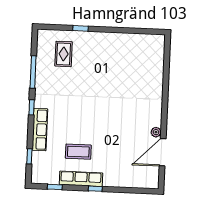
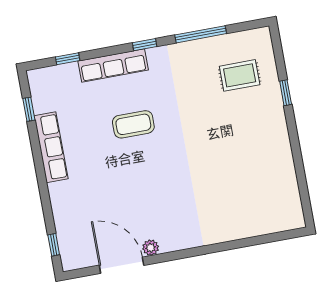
coffee table: (78, 152) -> (133, 124), moved, turned 90
window: (95, 189) -> (54, 245), moved

